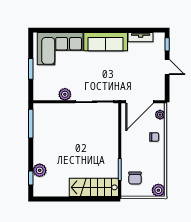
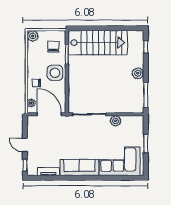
door: (140, 102) -> (49, 114), hinge flipped
side table: (133, 149) -> (55, 73), added
plant: (40, 170) -> (138, 73), moved
stairs: (94, 187) -> (98, 43), width x1.36, depth x1.51

